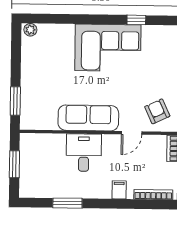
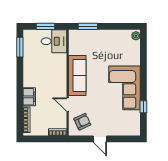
desk: (84, 153) -> (54, 41), moved
filing cabinet: (119, 190) -> (29, 97), width x2.00
window: (67, 203) -> (20, 47), moved

